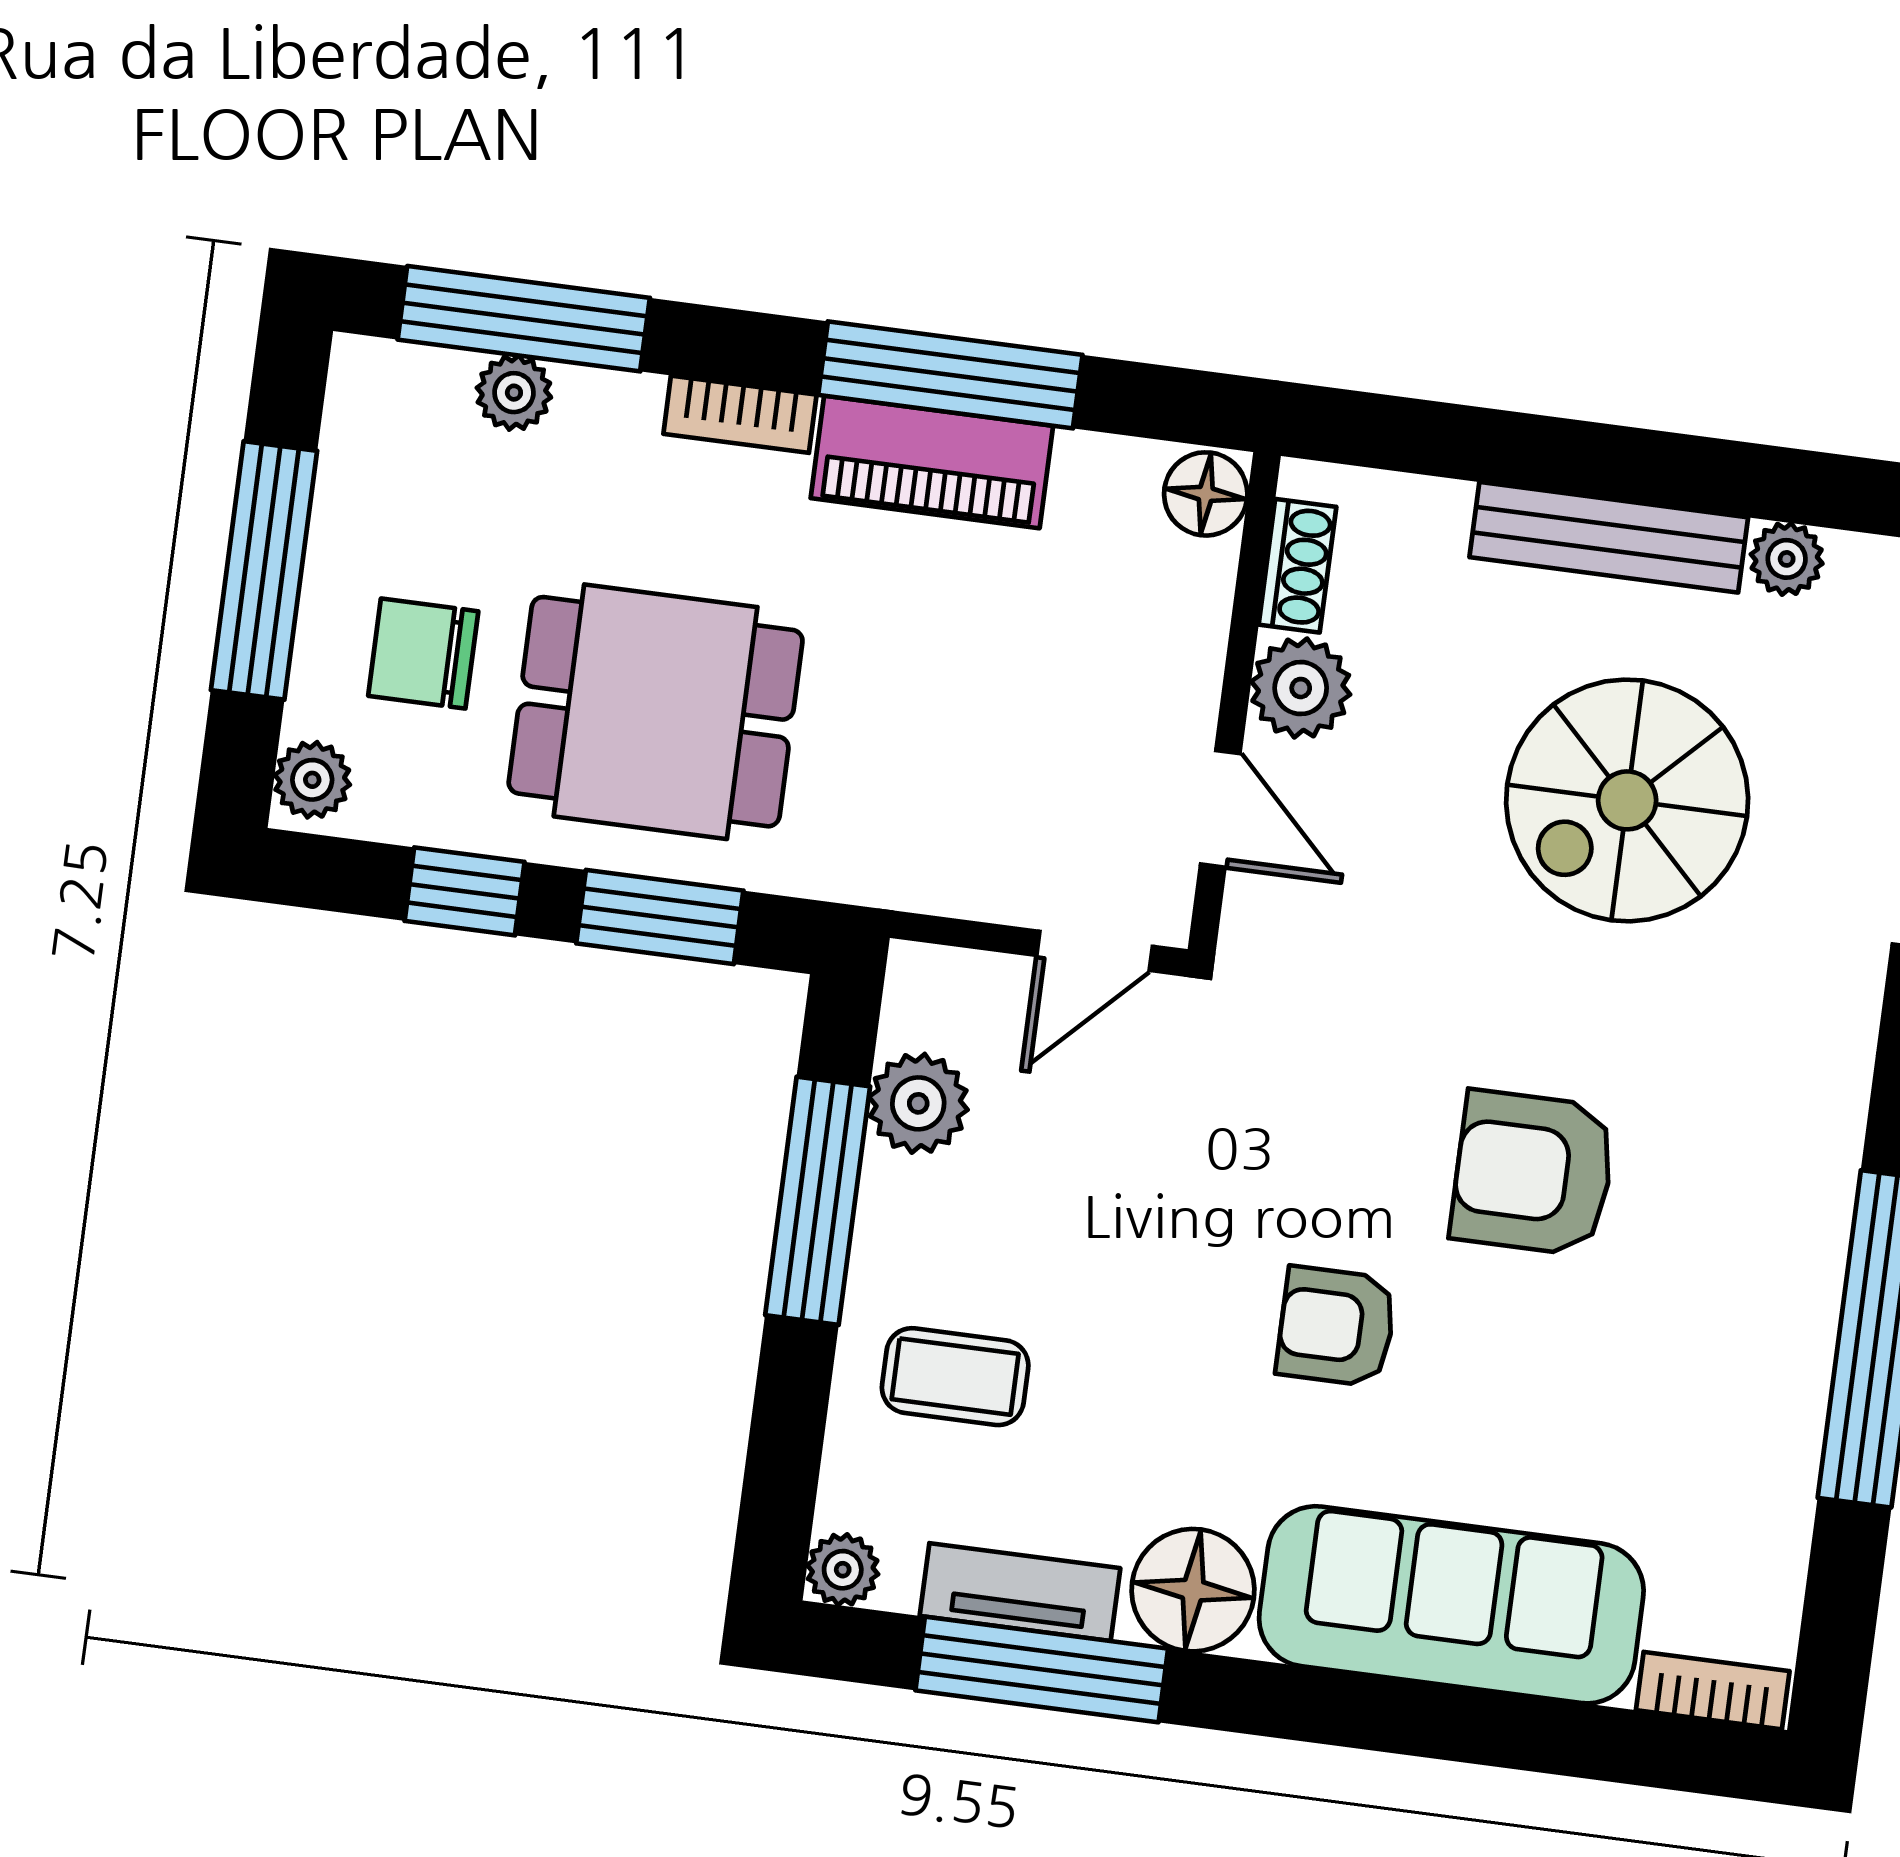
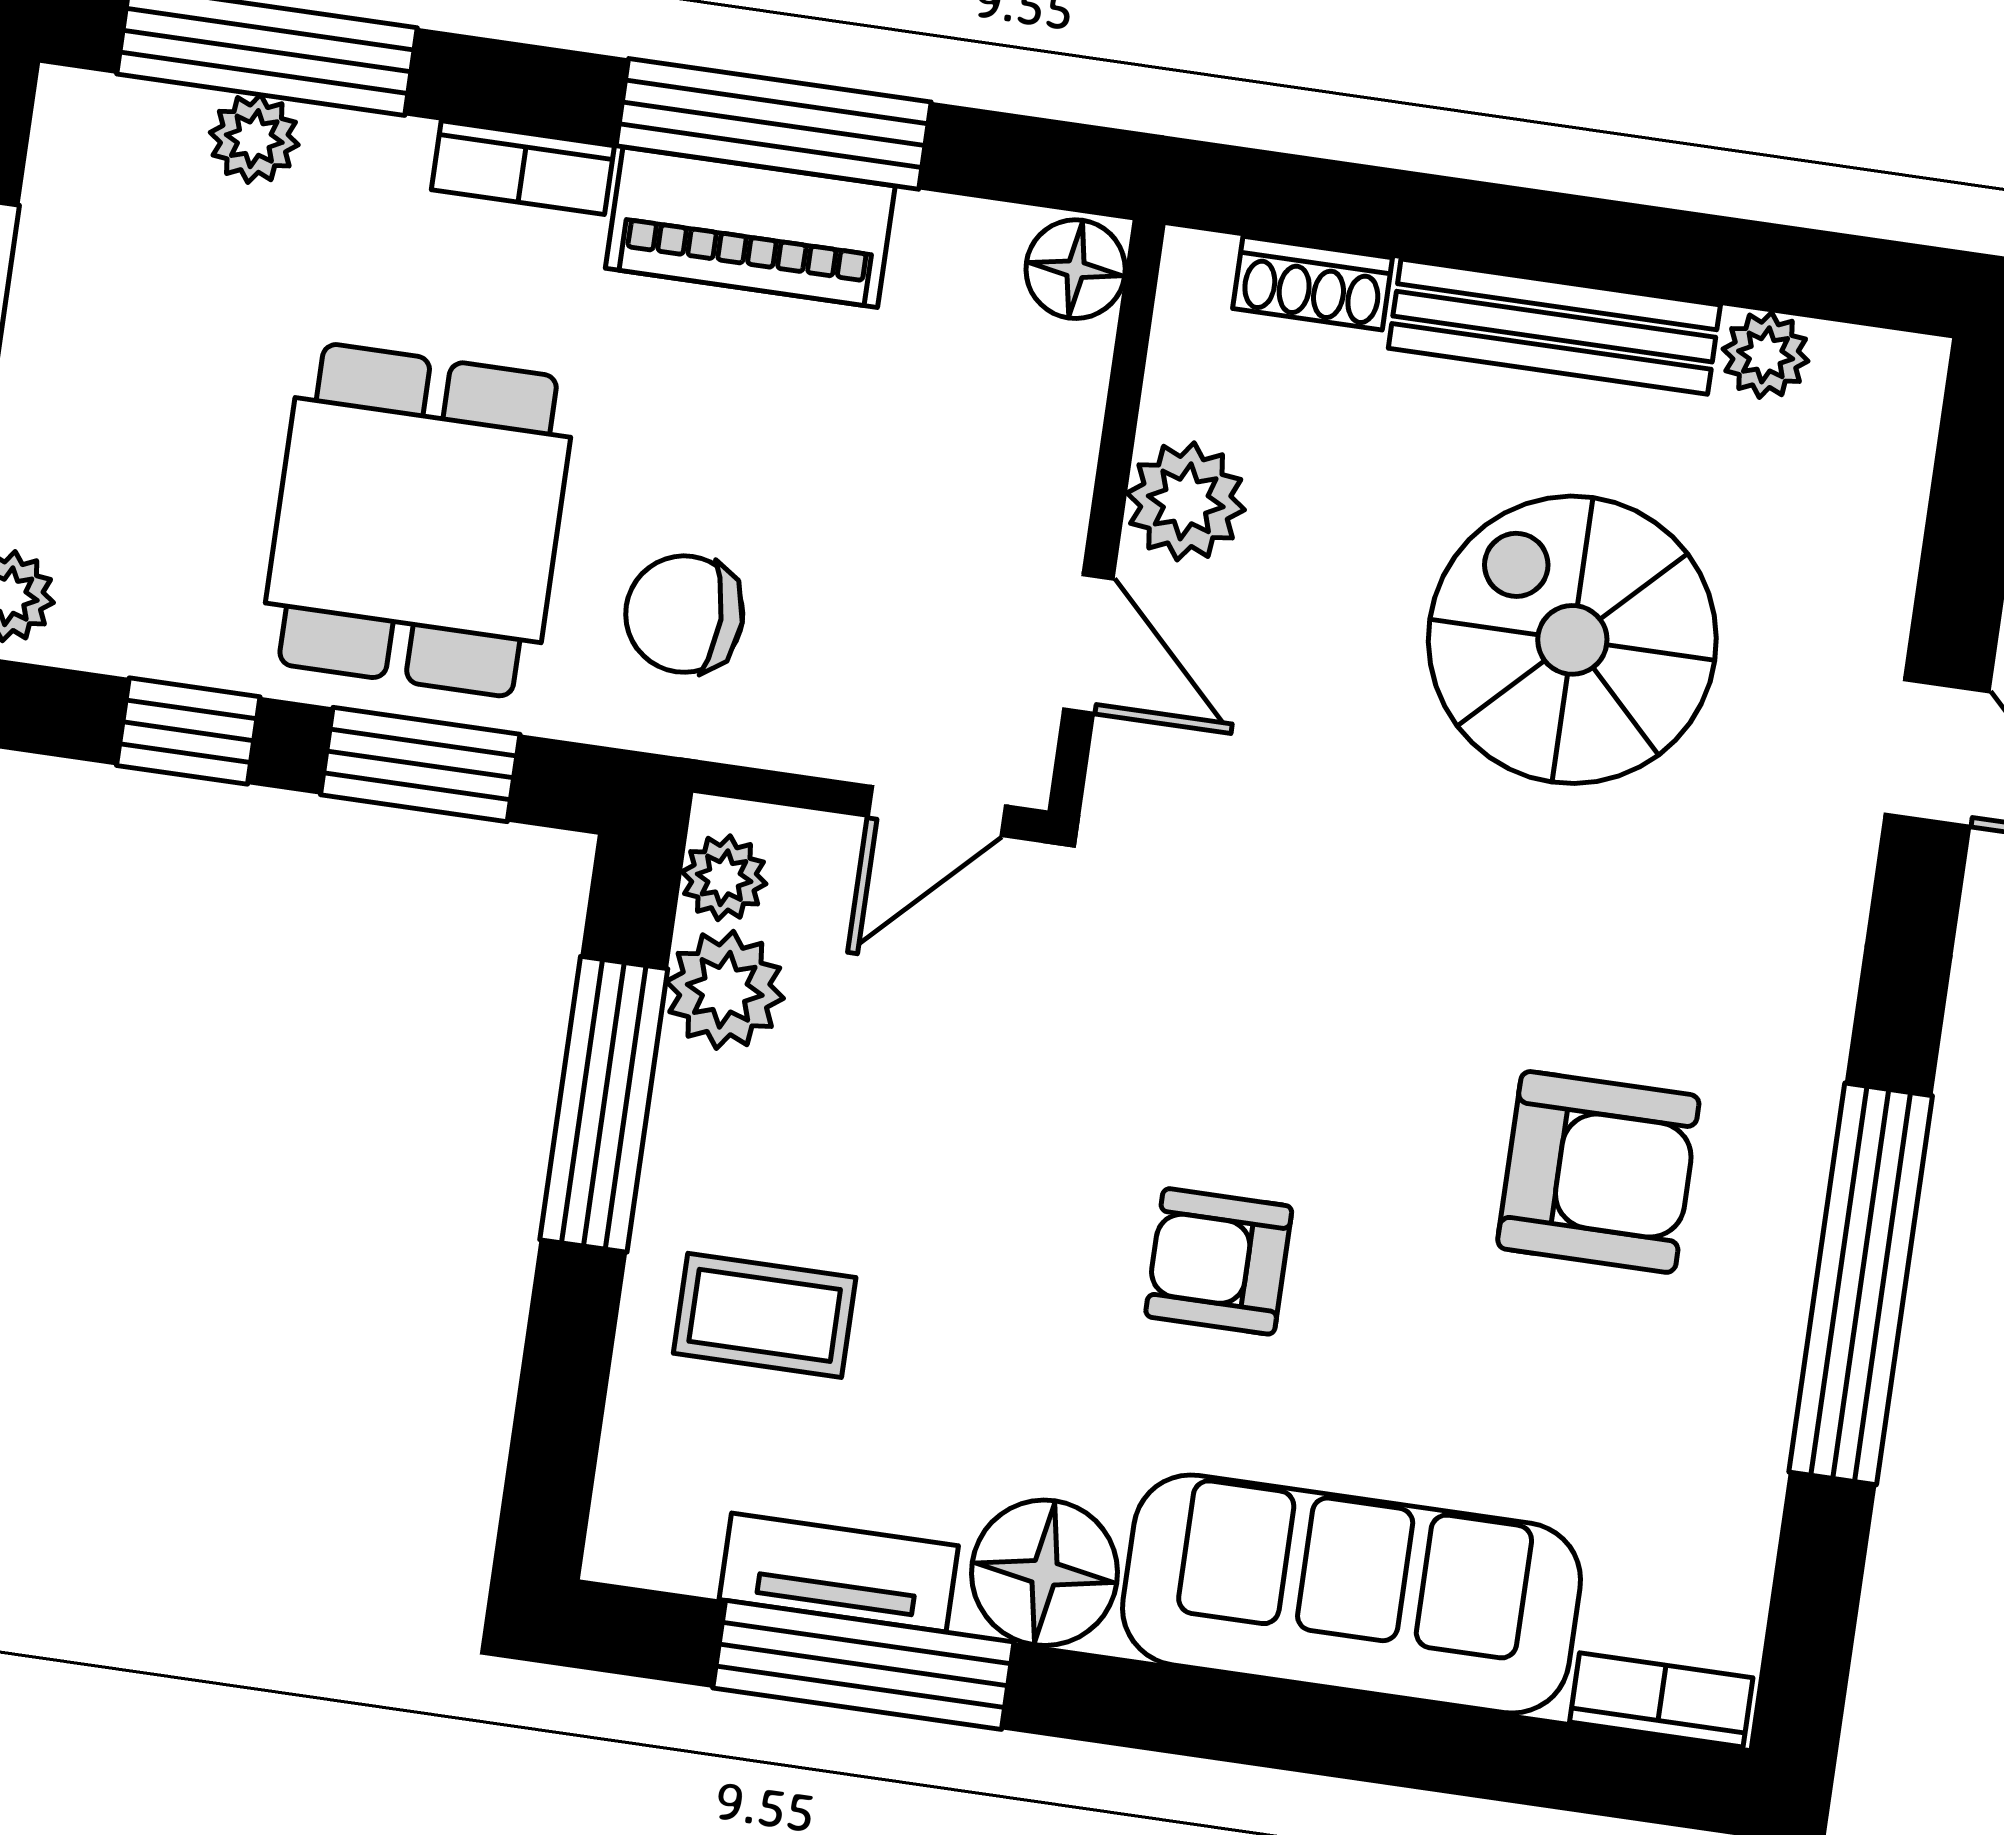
shoe rack: (1297, 566) -> (1313, 283), moved, turned 90
chair: (423, 654) -> (684, 614), moved
dining table: (656, 712) -> (418, 520), turned 90
spiral stairs: (1627, 800) -> (1572, 640), turned 90
armchair: (1533, 1173) -> (1598, 1172), moved, turned 180
plant: (843, 1570) -> (724, 878), moved

